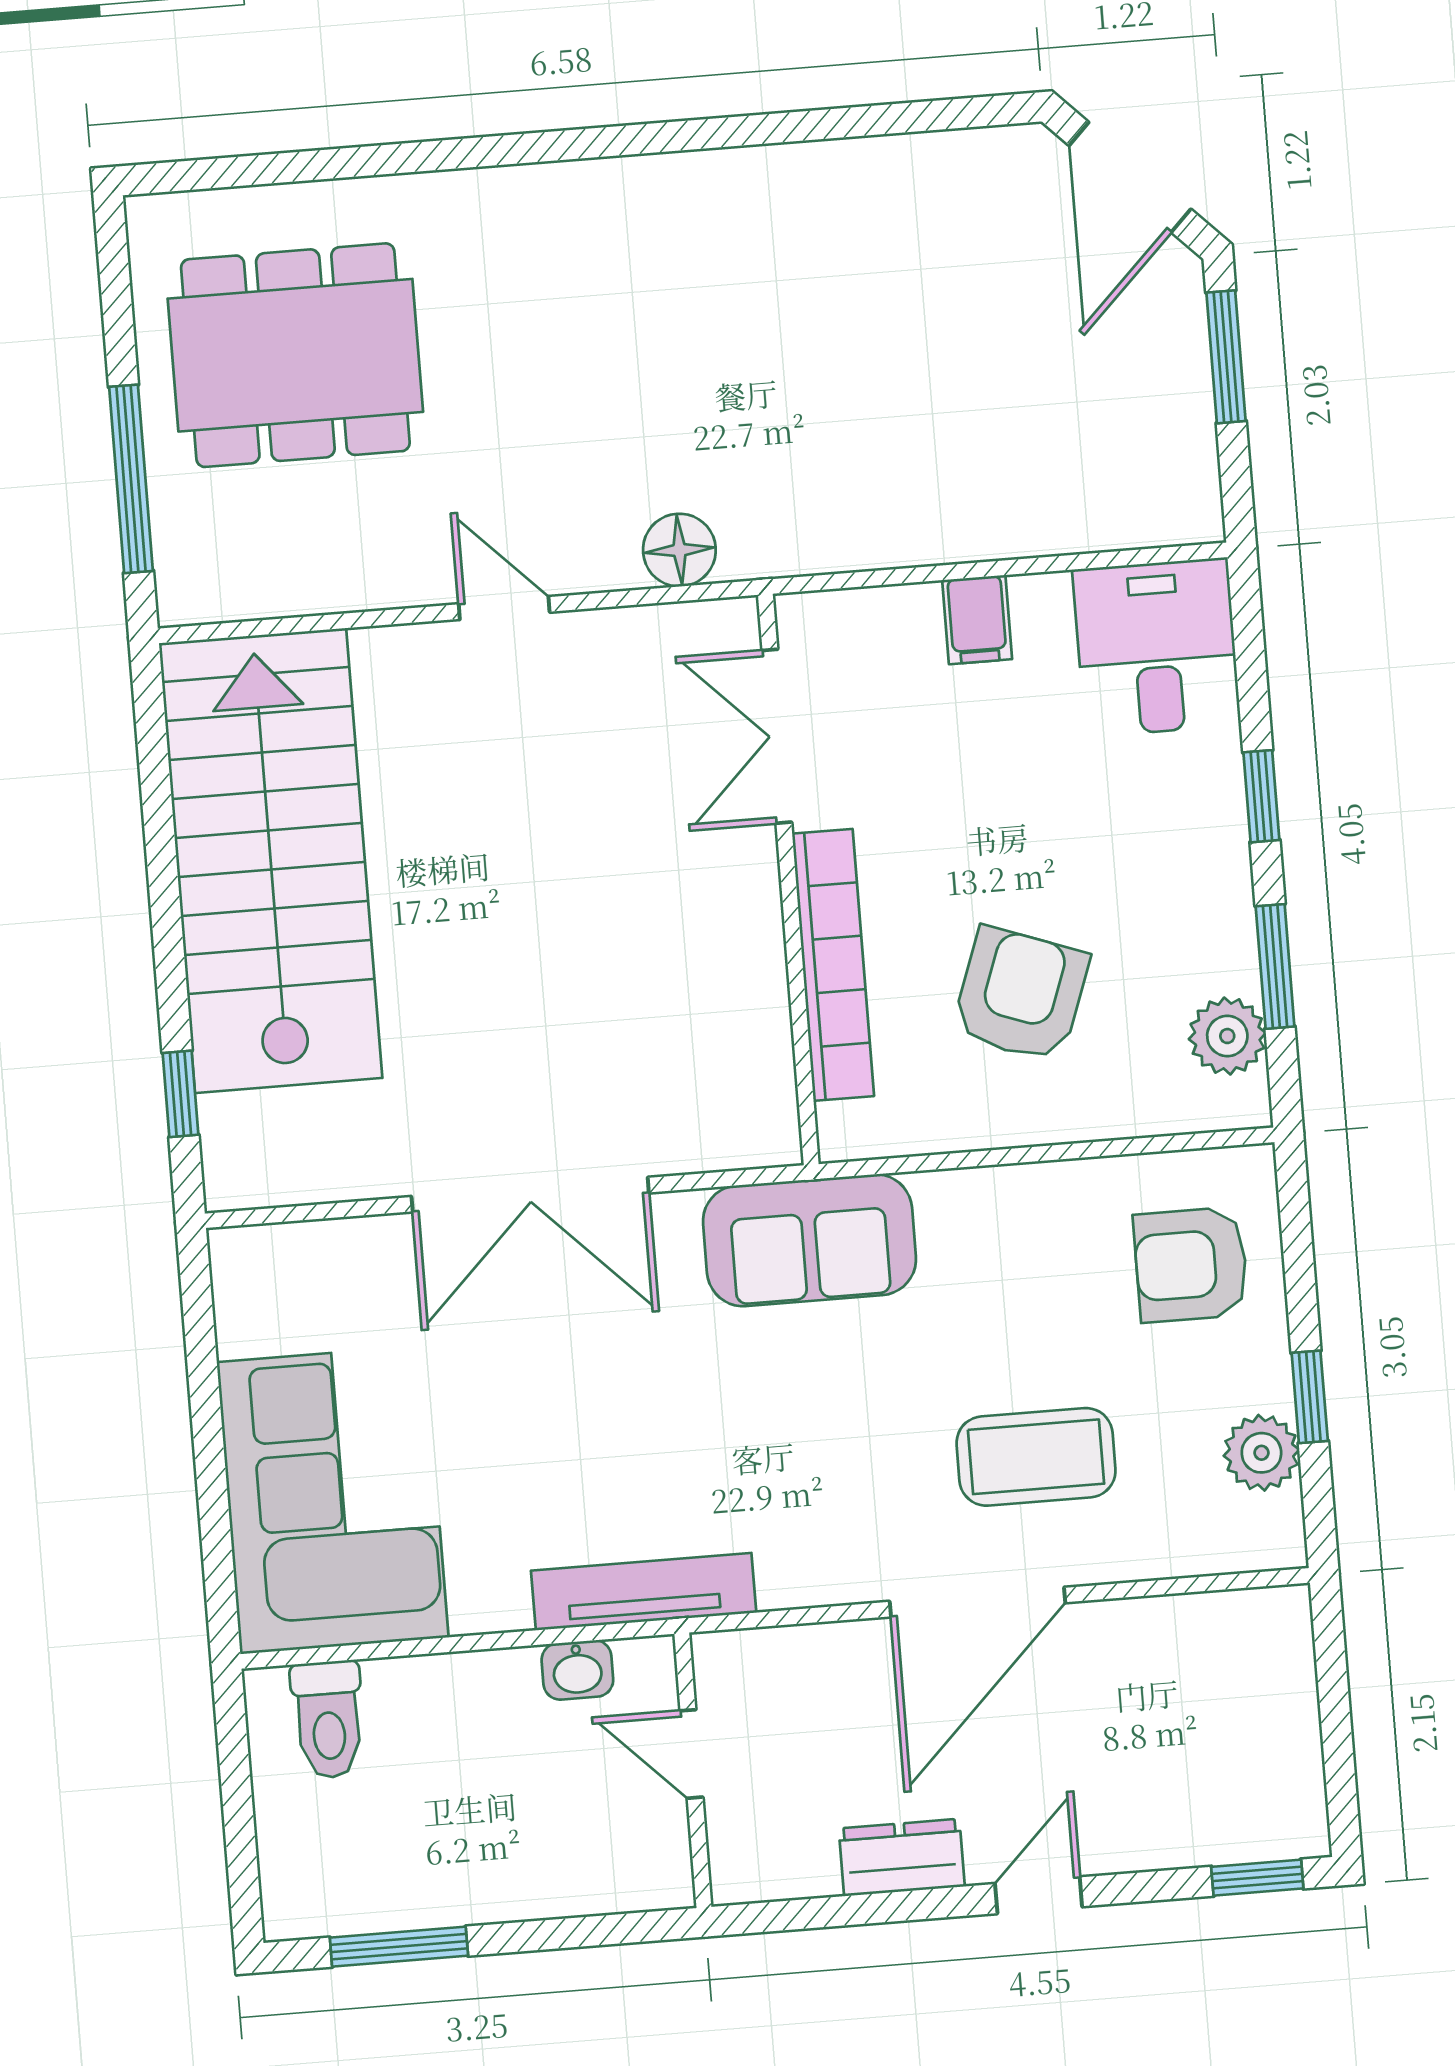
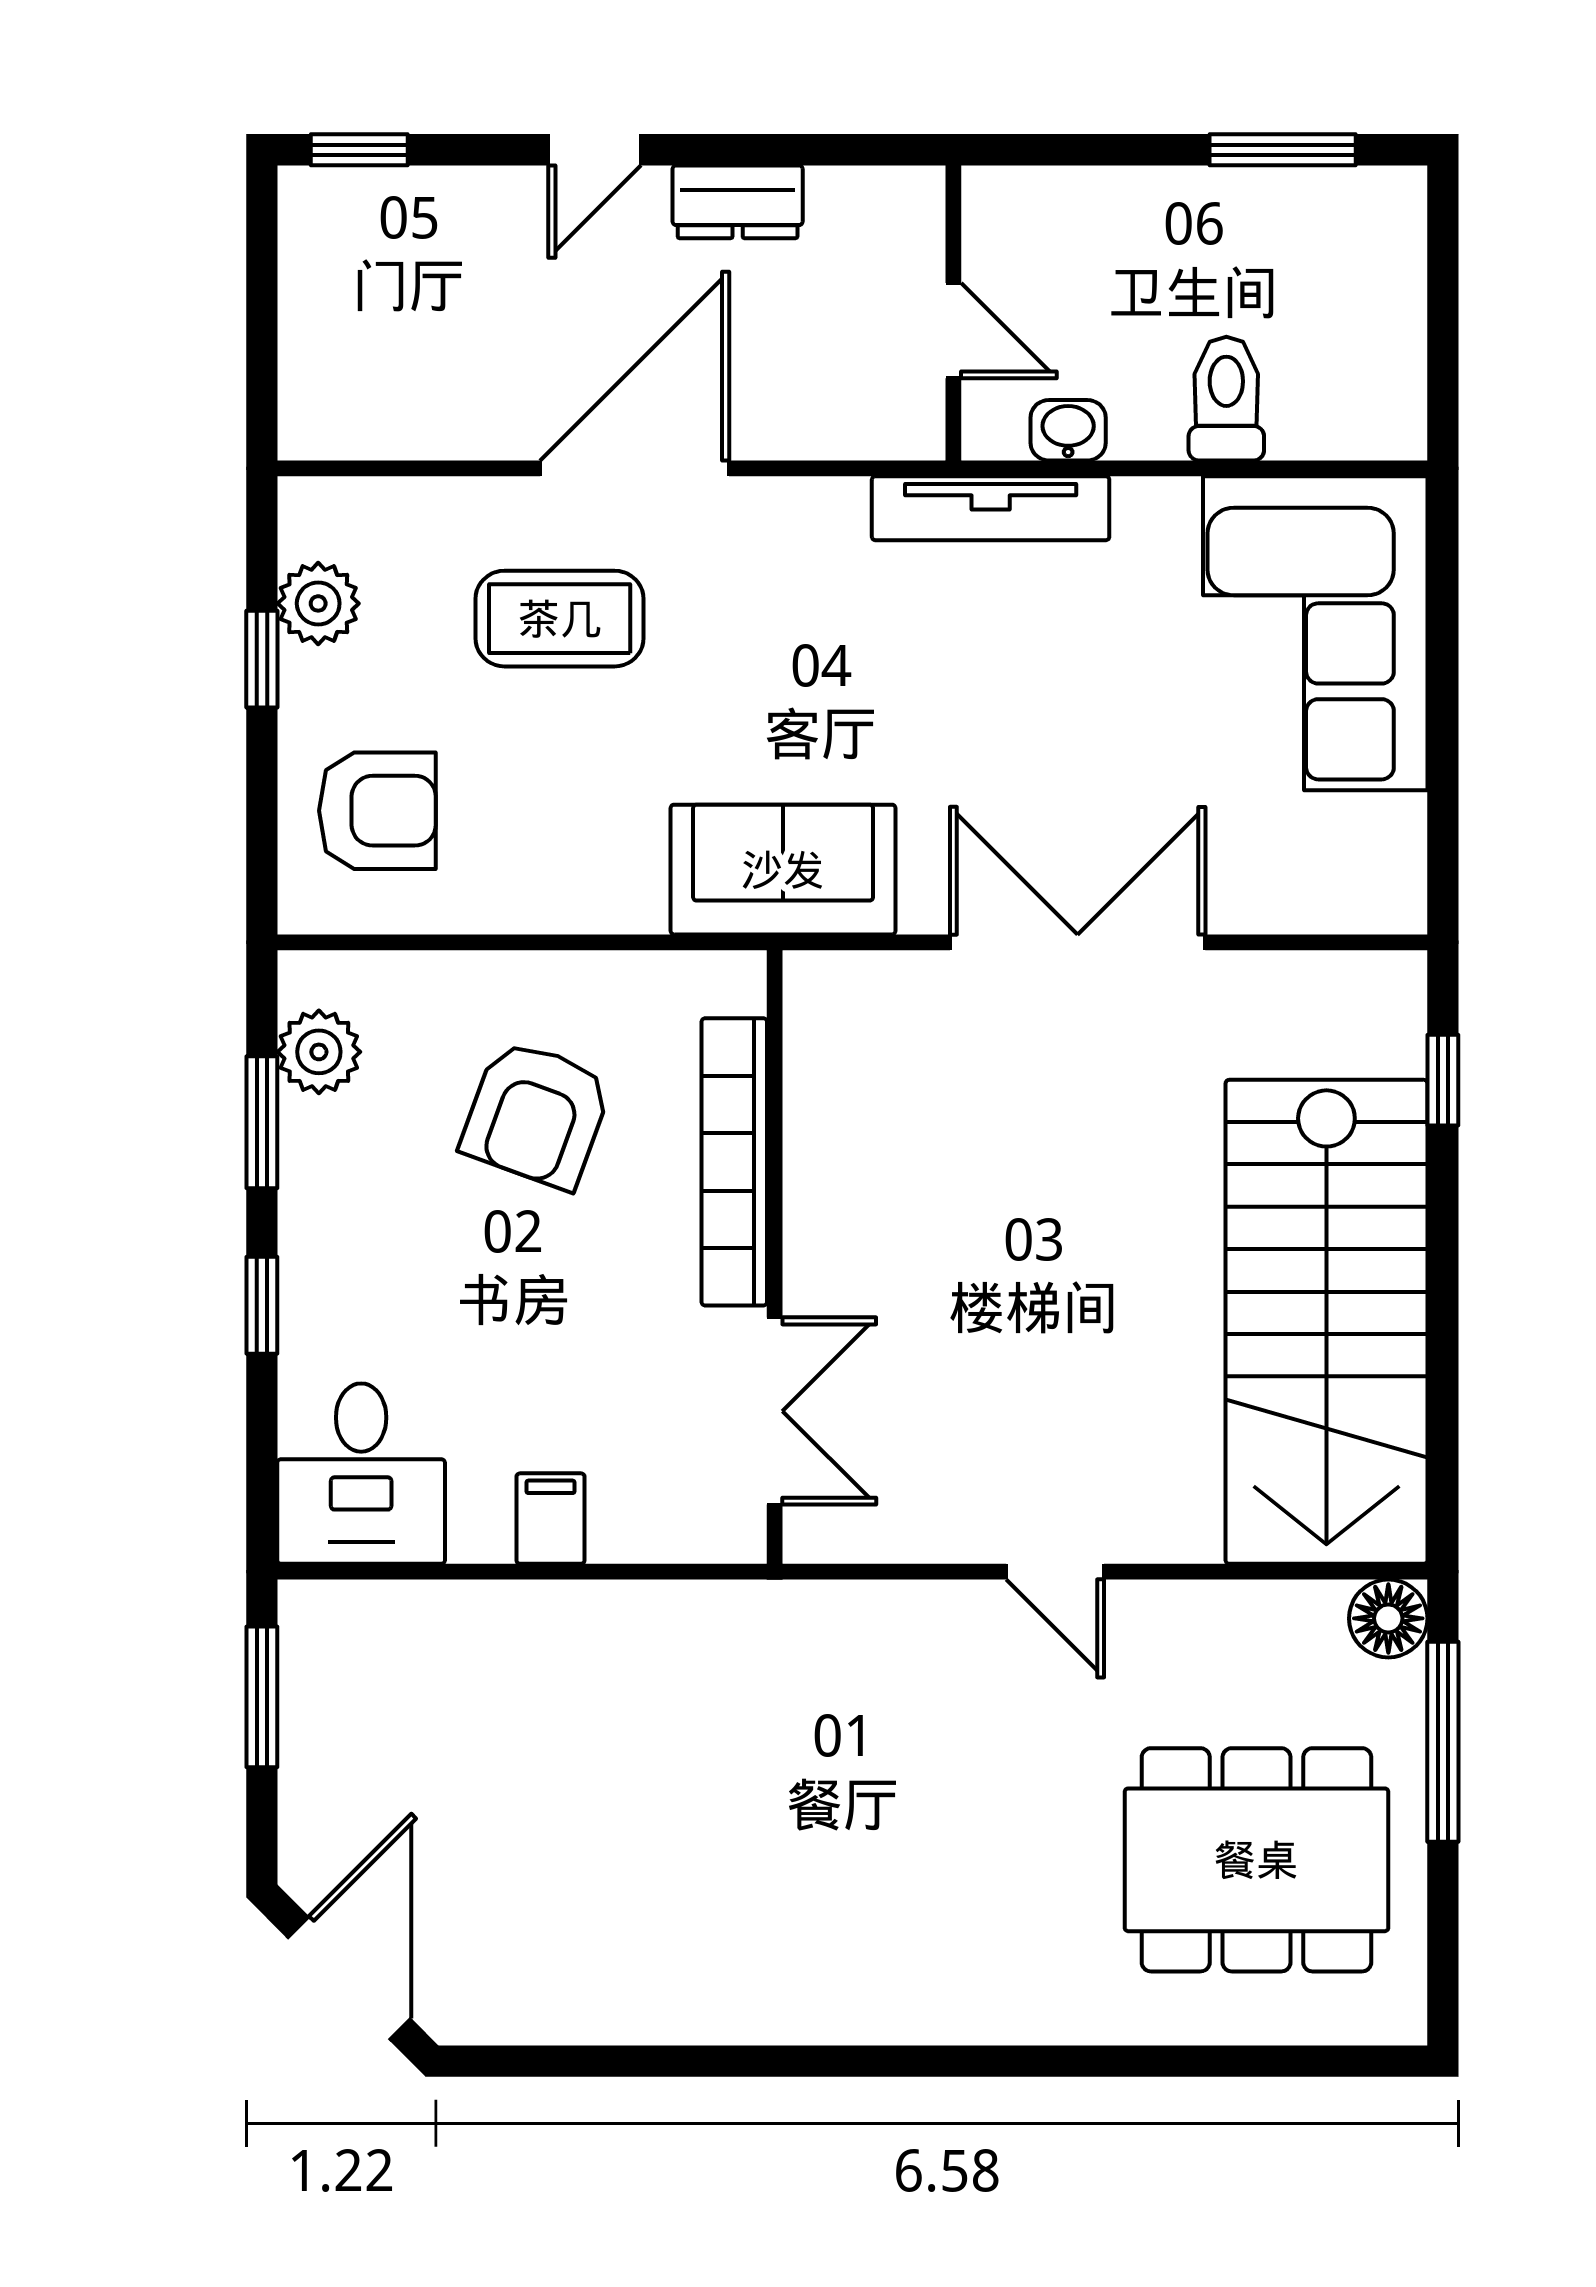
window: (1226, 357) -> (262, 1697), moved
floor lamp: (679, 550) -> (1388, 1618), moved
toilet: (328, 1720) -> (1226, 399), moved

